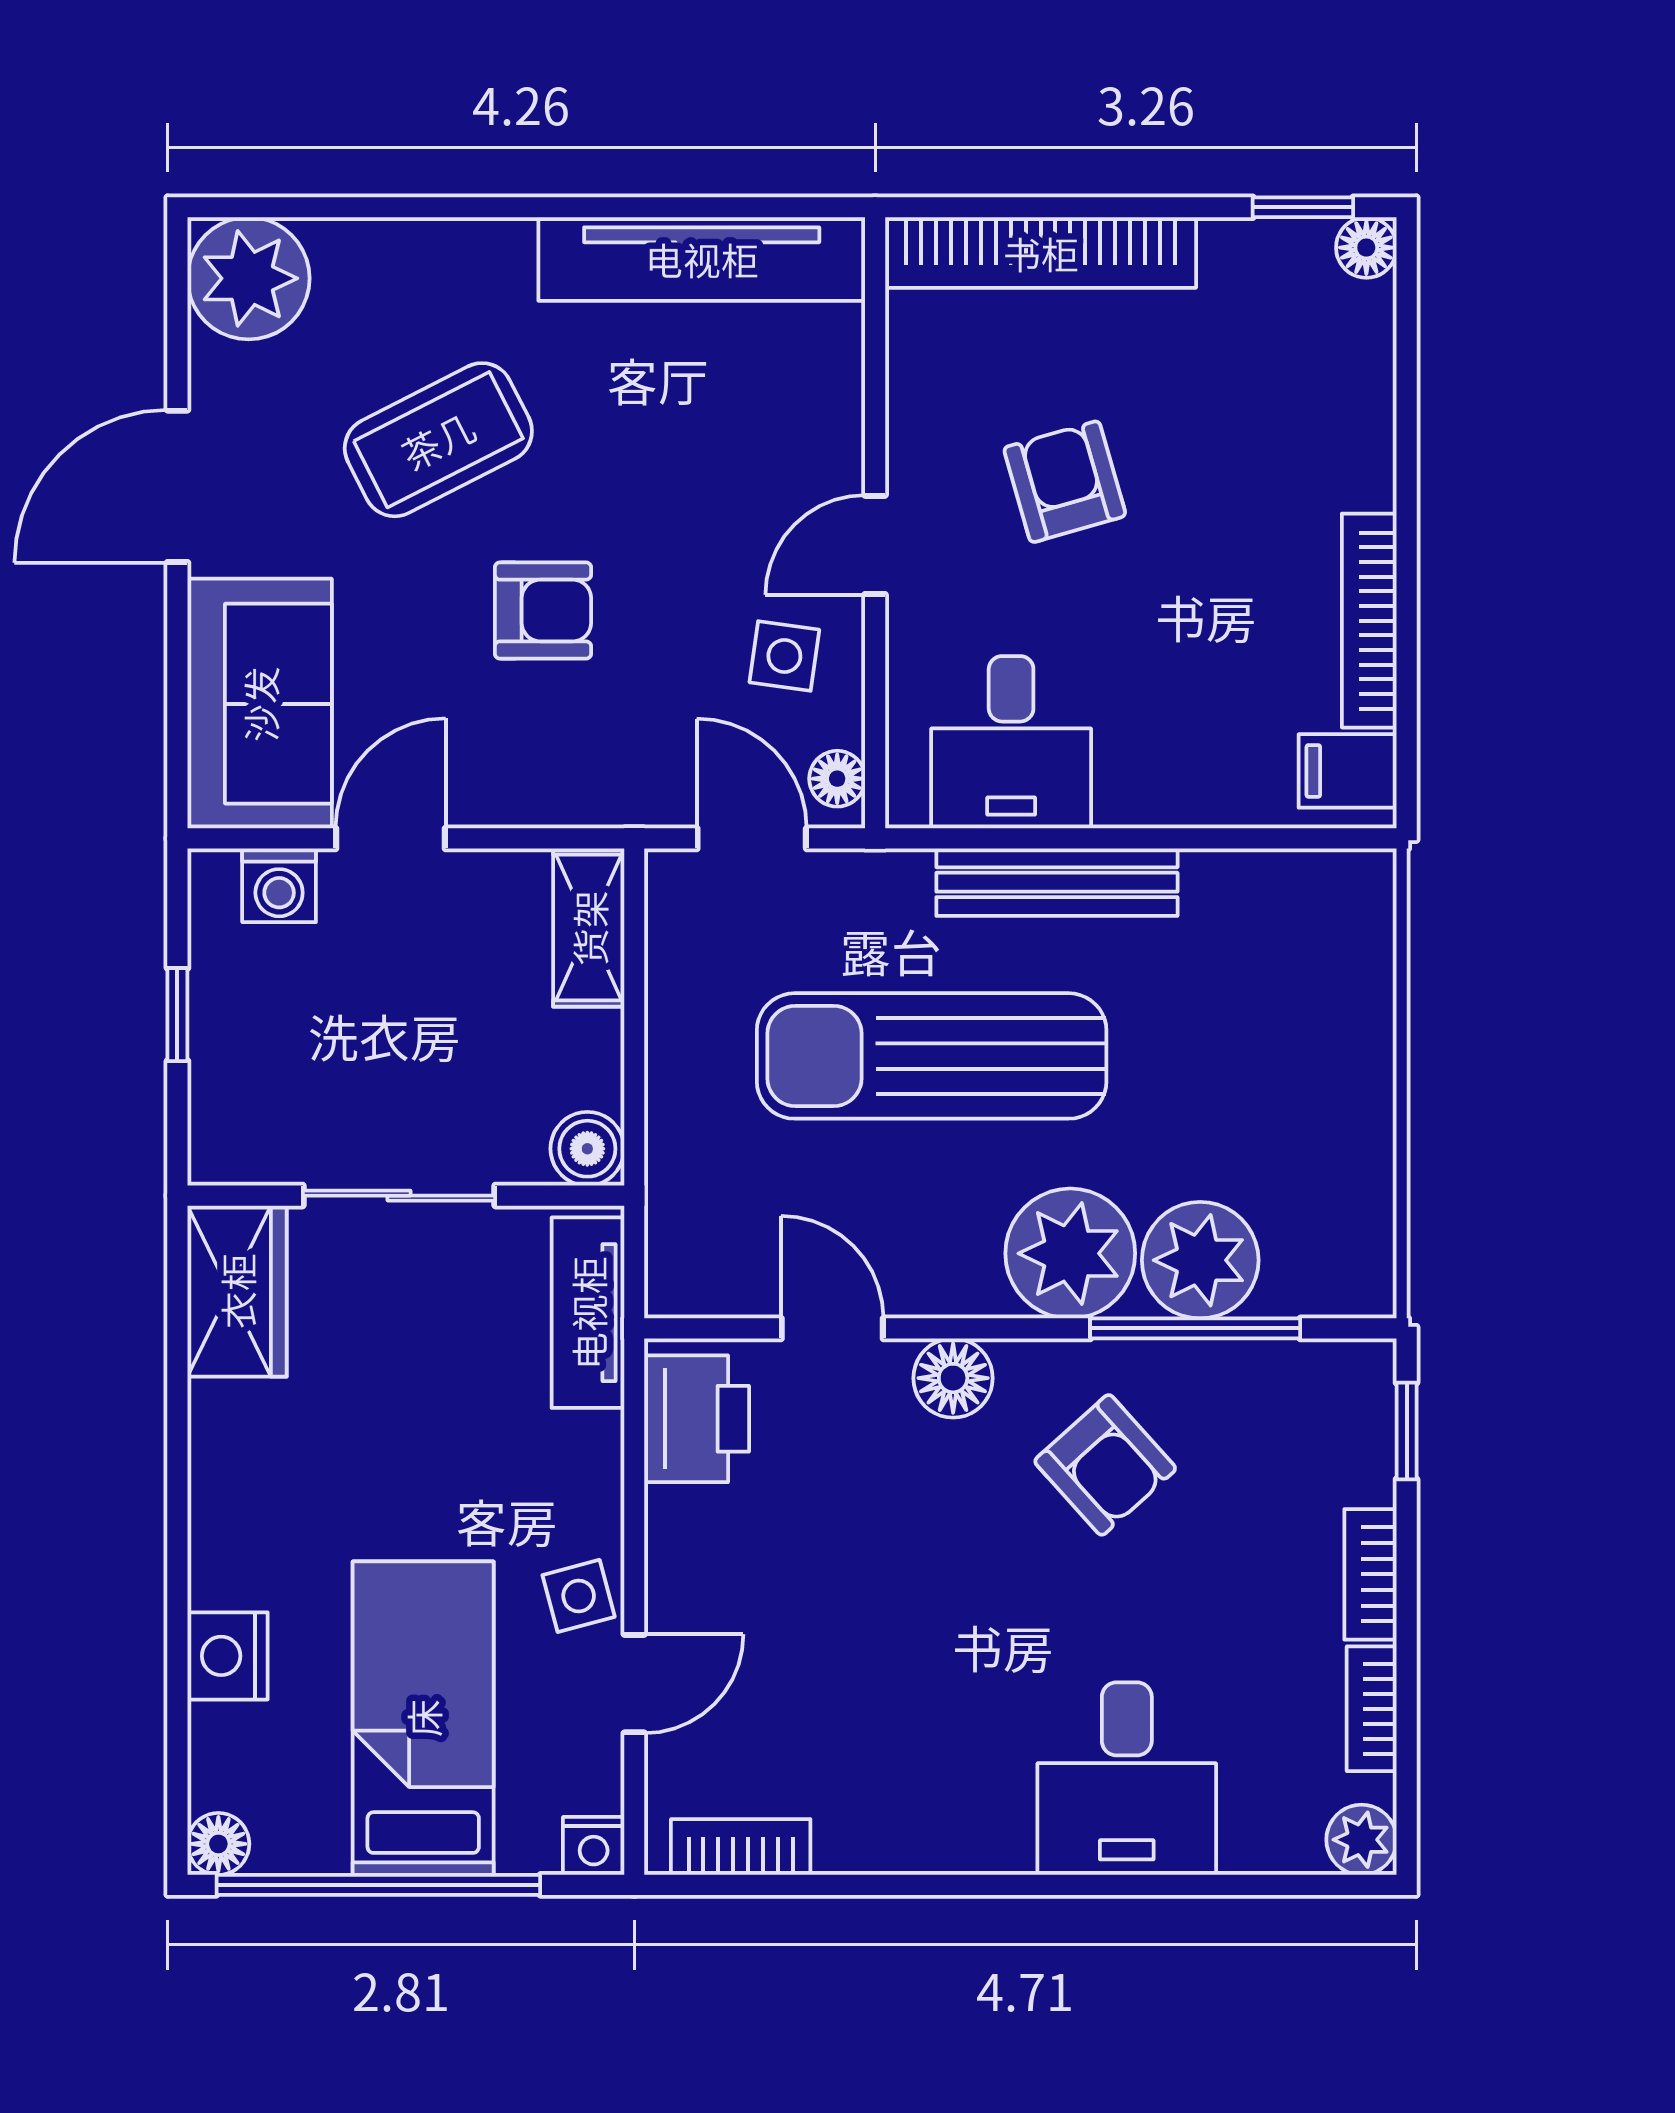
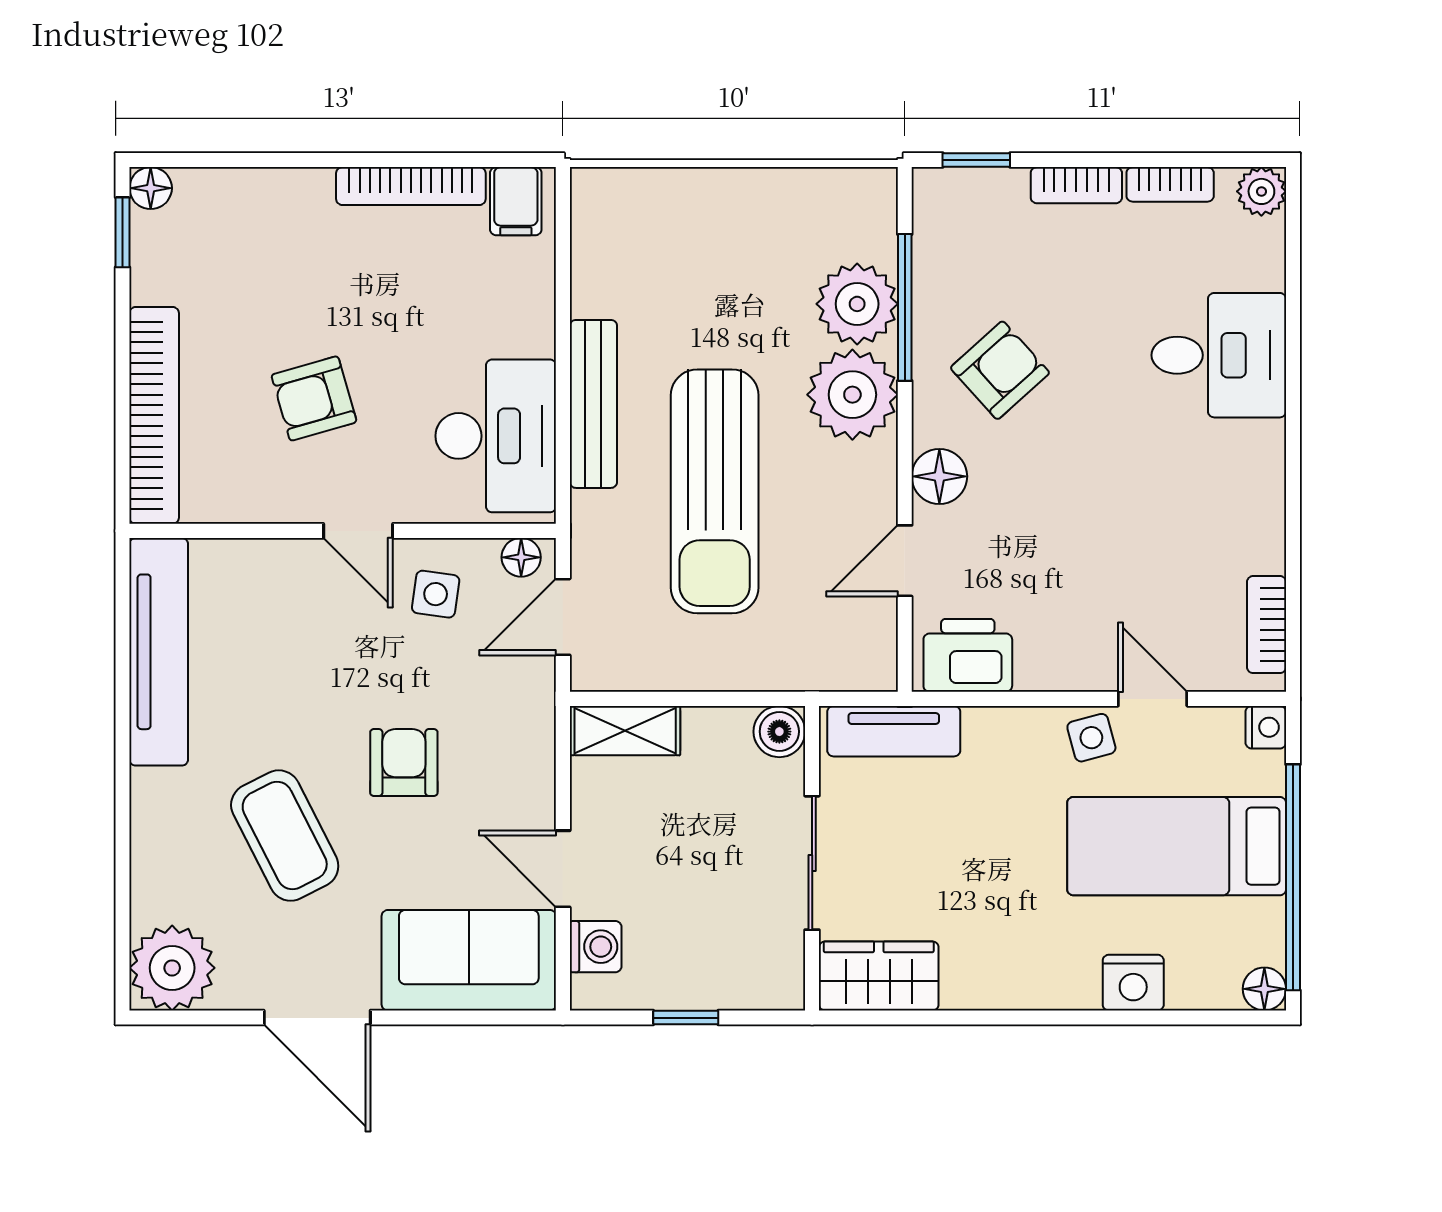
desk: (1011, 742) -> (496, 436), width x1.37

